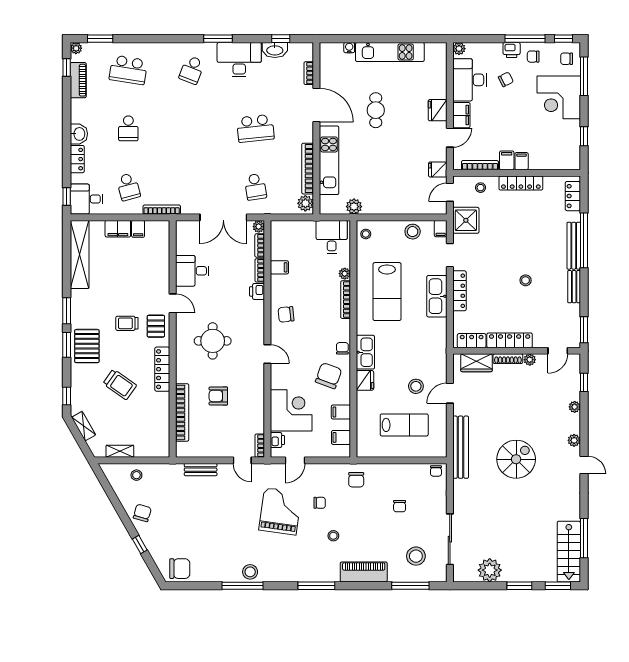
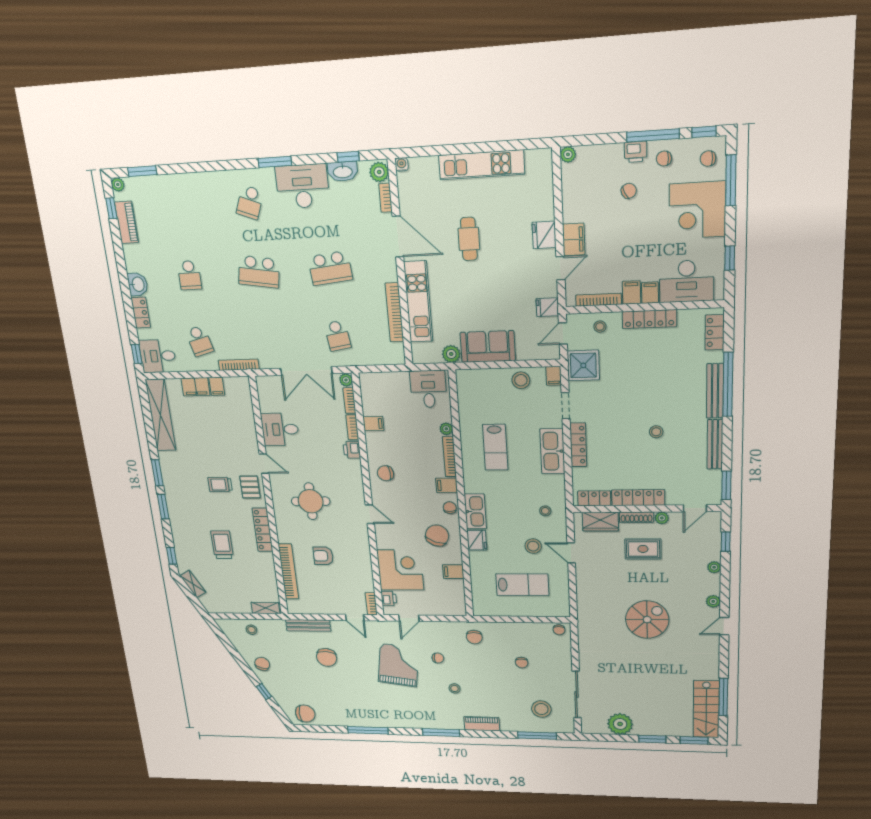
water cooler: (349, 48) -> (402, 164), moved
school desk: (128, 70) -> (259, 272), moved
desk: (469, 80) -> (687, 281), moved, turned -90
sofa: (386, 201) -> (488, 347), added
plant: (305, 203) -> (379, 172), moved
stool: (366, 234) -> (545, 511), moved
bench: (574, 287) -> (715, 444), width x1.36
lab bench: (387, 292) -> (495, 447), width x0.73, depth x0.72
pallet: (87, 346) -> (183, 508), removed
trolley: (120, 384) -> (222, 545), turned -125
rug: (513, 389) -> (643, 549), added
door: (450, 393) -> (571, 553), hinge flipped
filing cabinet: (341, 437) -> (447, 485), moved
bench: (461, 447) -> (585, 607), removed
shelving: (120, 451) -> (265, 608), moved
door: (584, 465) -> (724, 626), swing flipped
bench: (201, 470) -> (308, 625), width x1.36
chair: (209, 504) -> (327, 657), added
stool: (250, 572) -> (374, 718), removed
piano: (364, 572) -> (482, 724), width x0.73, depth x0.75

